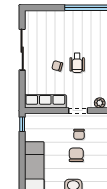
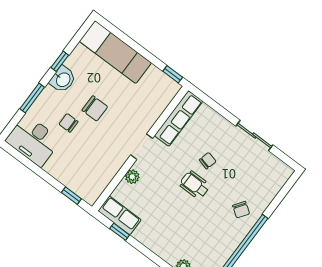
chair: (71, 25) -> (241, 210), added
sliding door: (22, 50) -> (254, 136), width x0.73
chair: (79, 134) -> (68, 123), moved

